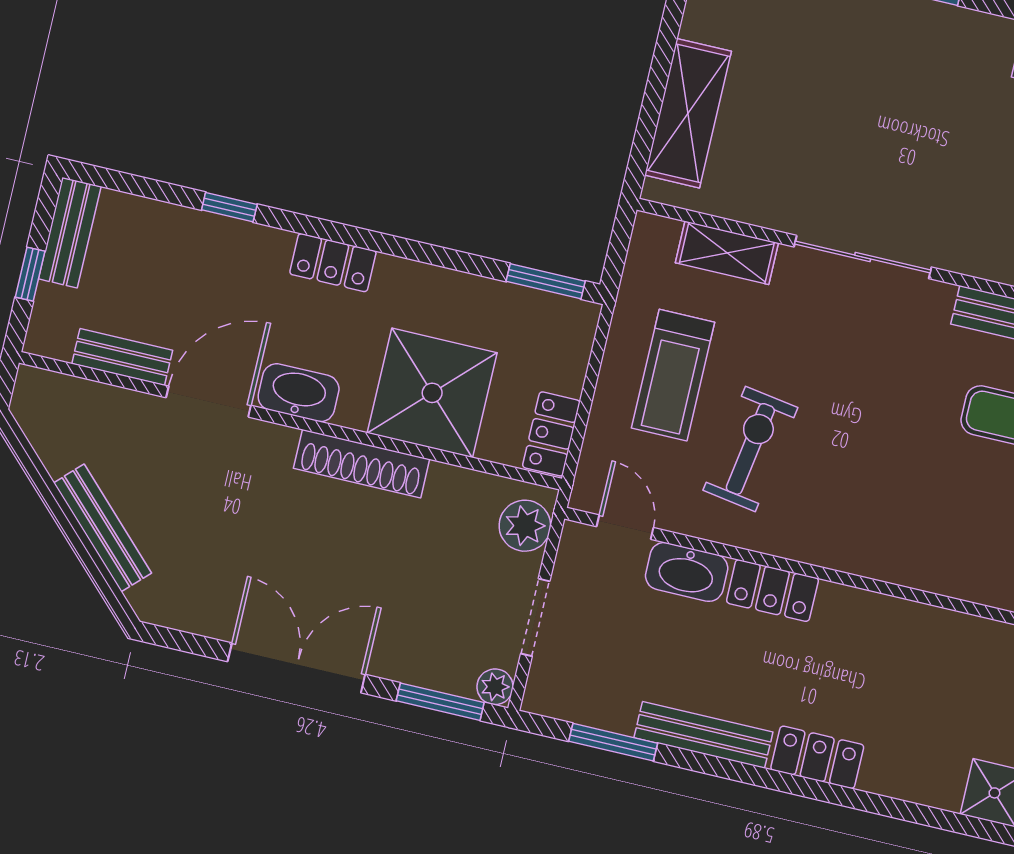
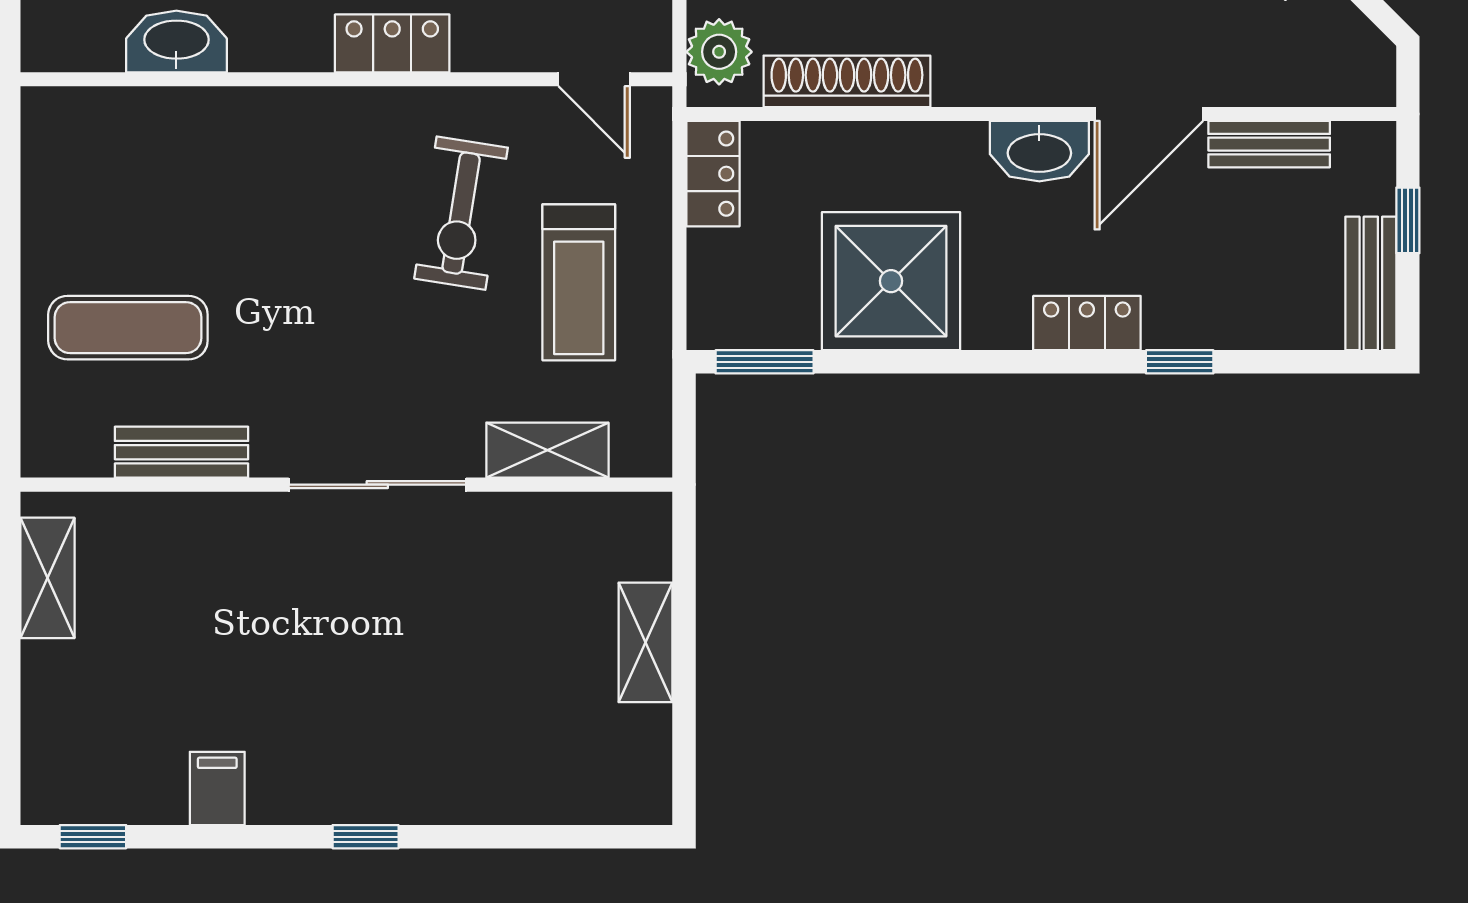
shelving: (688, 113) -> (645, 642), width x0.67, depth x0.75
locker: (333, 263) -> (1087, 323), moved
treadmill: (673, 375) -> (579, 282), turned 180
shower: (432, 393) -> (891, 281), moved
shoe rack: (362, 464) -> (847, 81), moved
washbasin: (687, 572) -> (176, 41), moved

